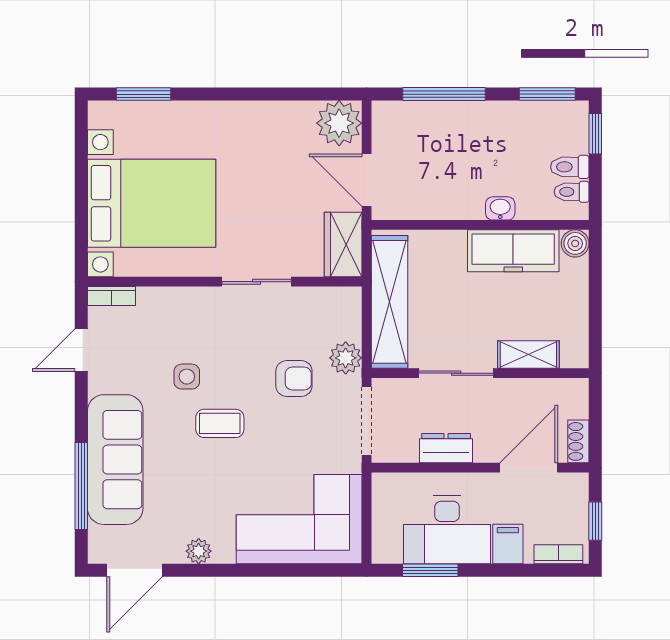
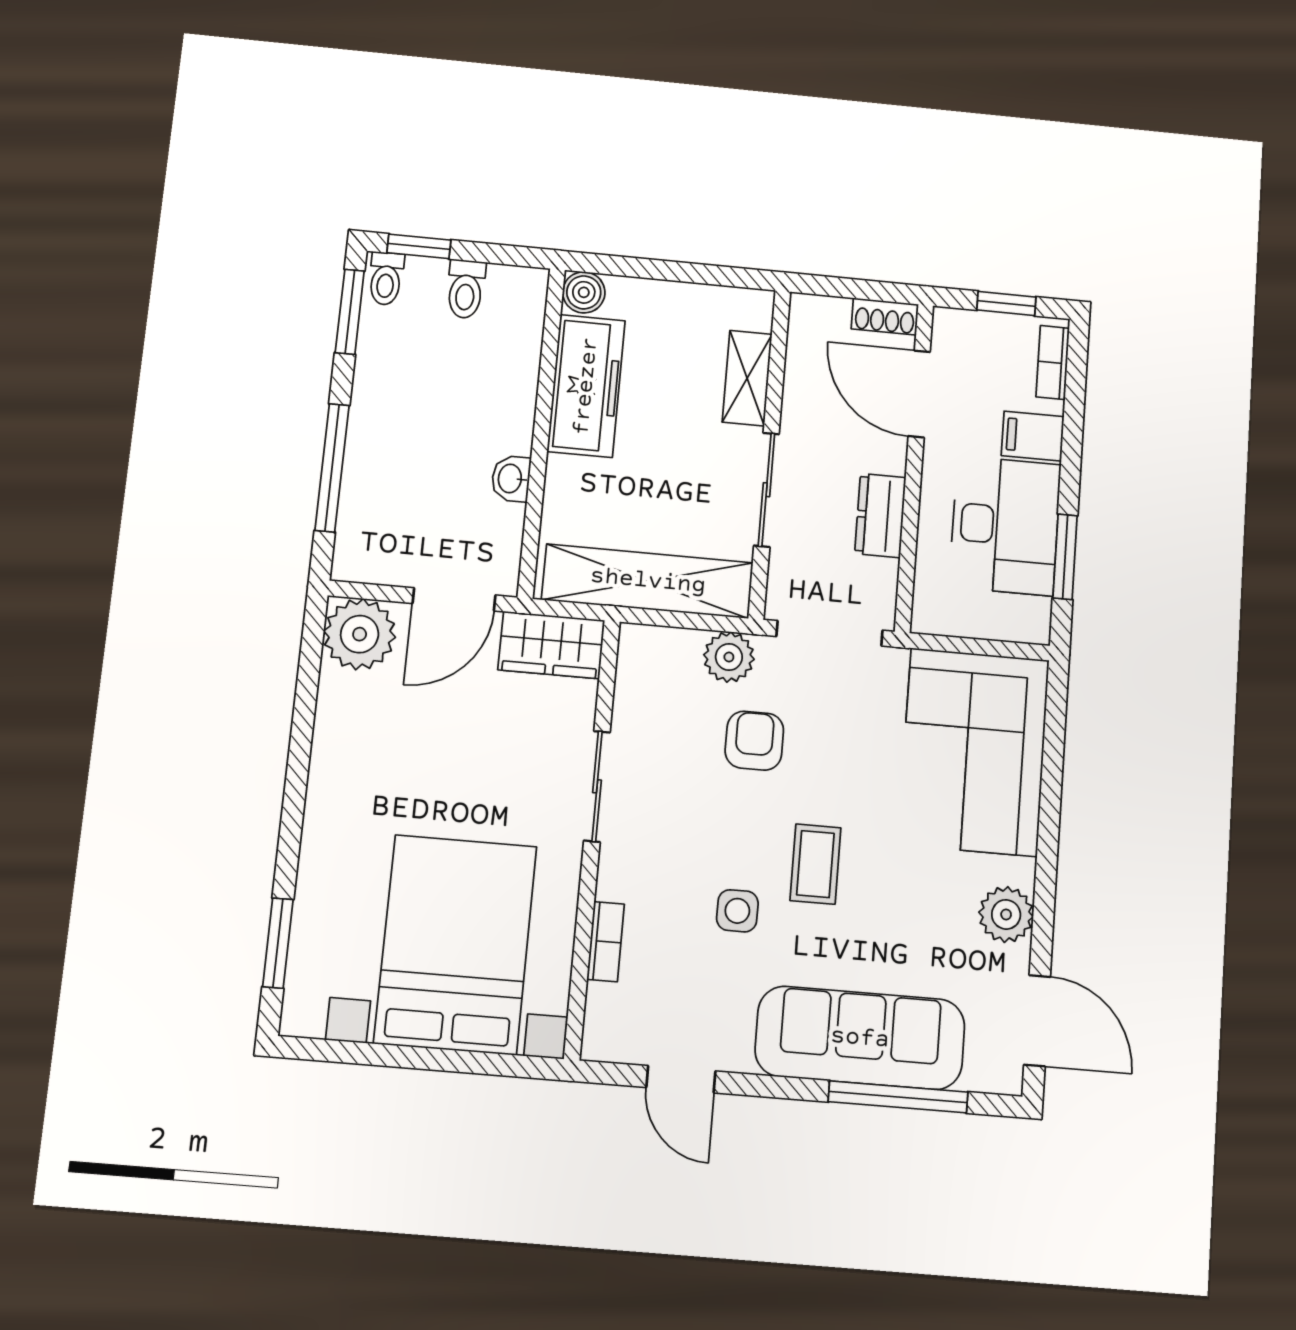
toilet: (572, 192) -> (386, 279), moved
washbasin: (500, 208) -> (511, 479), moved
bookcase: (111, 296) -> (606, 942), moved
plant: (199, 551) -> (1006, 914), width x1.38, depth x1.38

